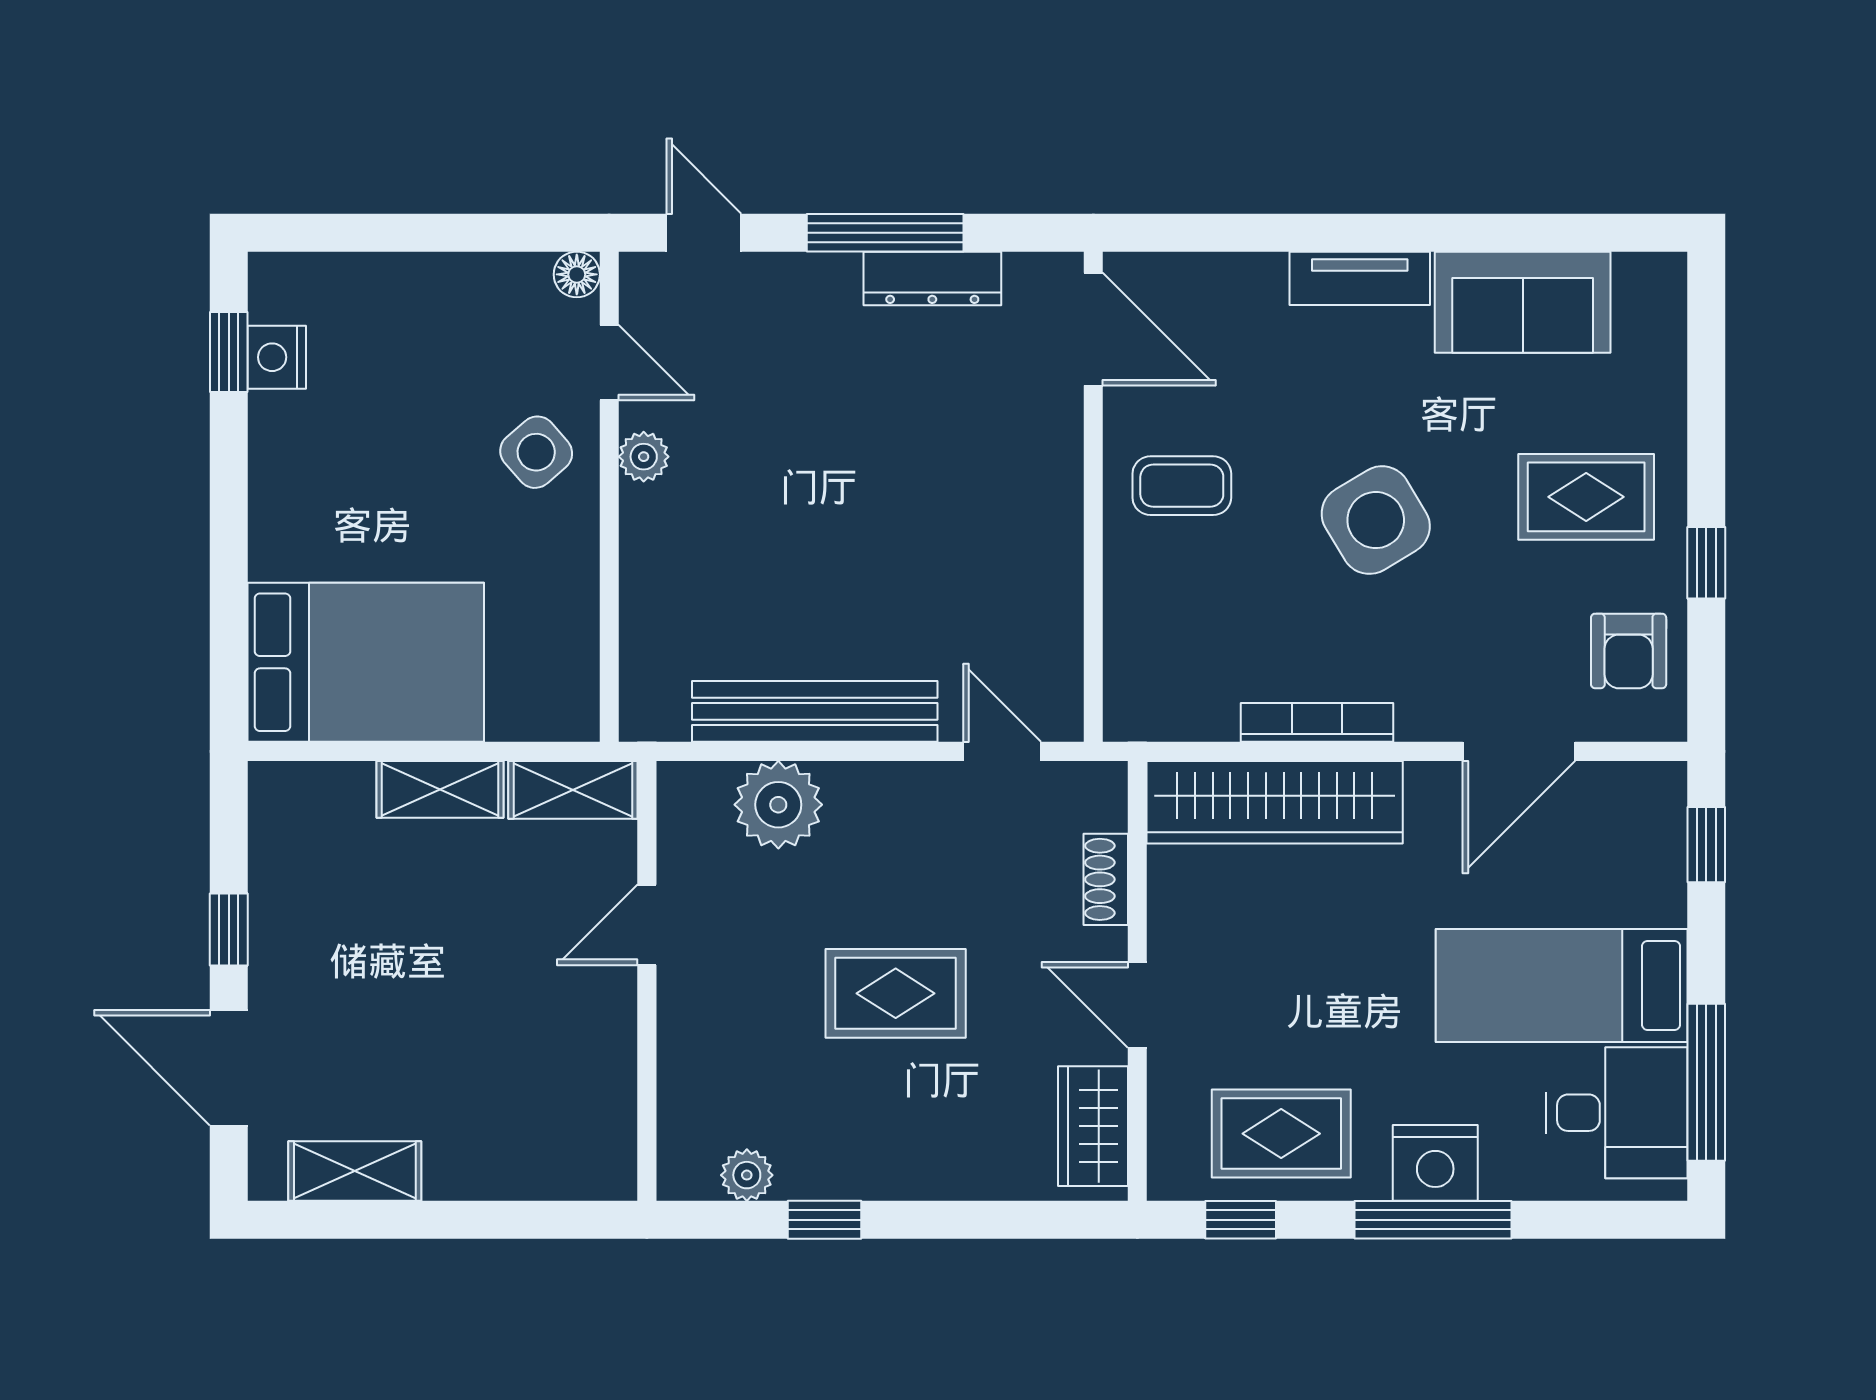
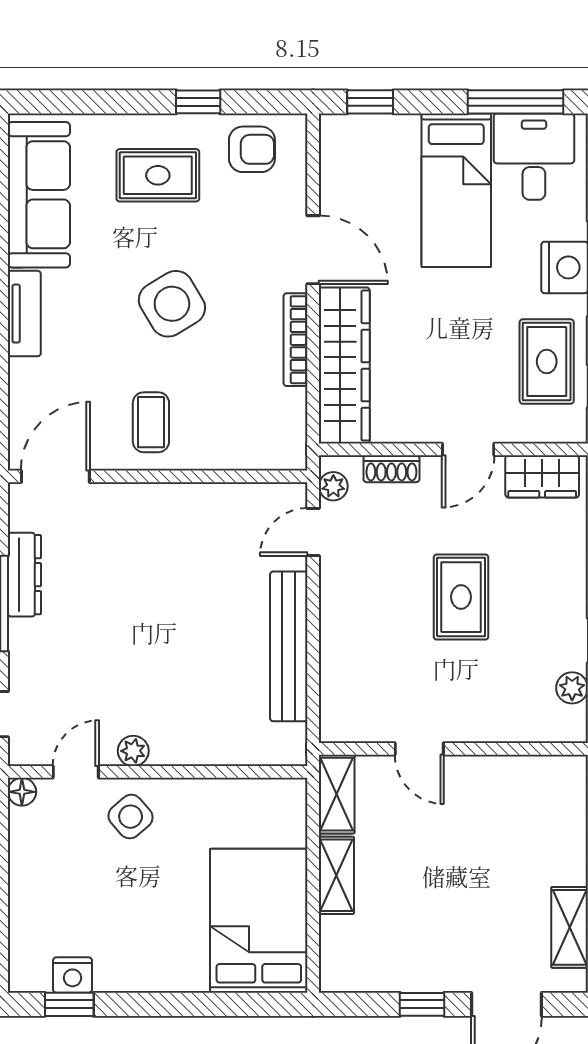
sofa: (1523, 302) -> (39, 195), width x1.36
rug: (1586, 497) -> (158, 175), turned 90
door: (1519, 751) -> (313, 250), moved
plant: (778, 805) -> (333, 486), moved, width x0.53, depth x0.53

